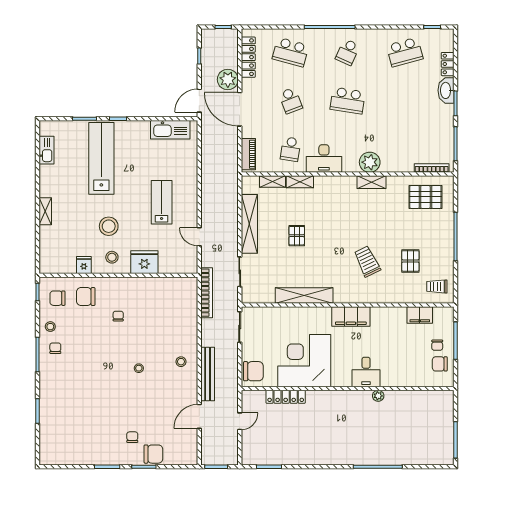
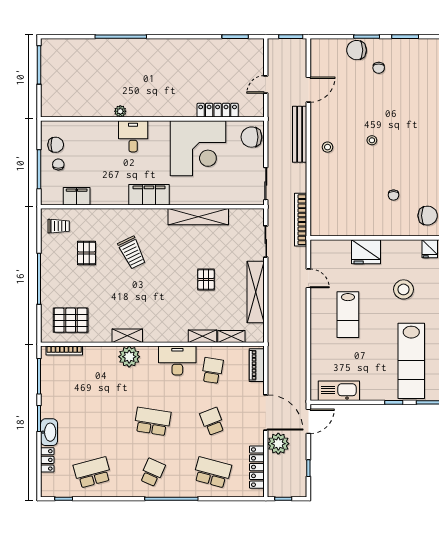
stool: (112, 257) -> (400, 257), removed

